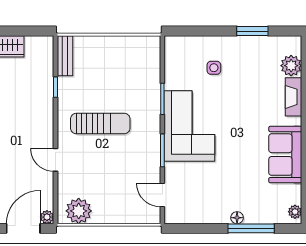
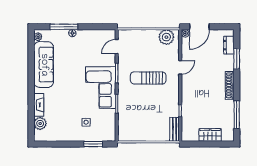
window: (252, 31) -> (93, 144), moved
sun lounger: (100, 123) -> (148, 78), moved
sofa: (285, 155) -> (44, 65), width x1.36
door: (55, 160) -> (180, 67), hinge flipped
door: (162, 195) -> (117, 47), swing flipped

